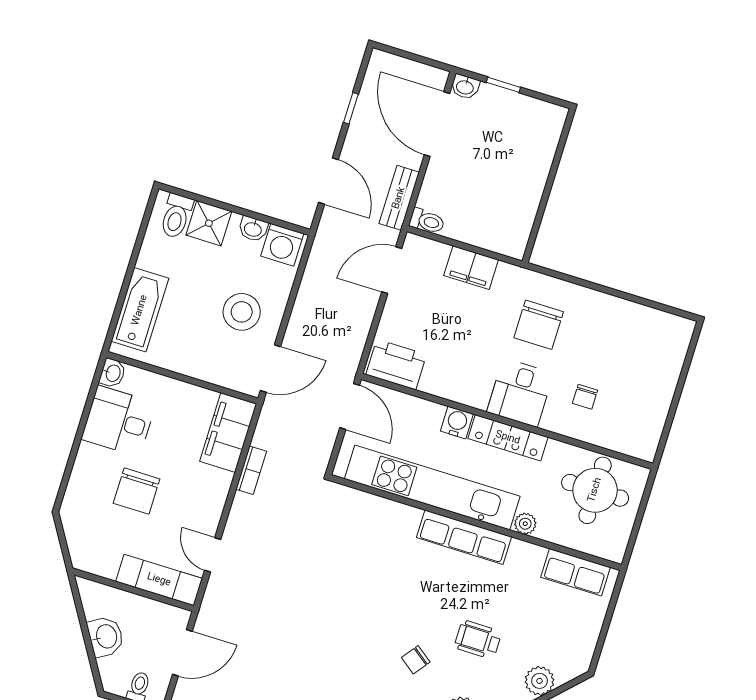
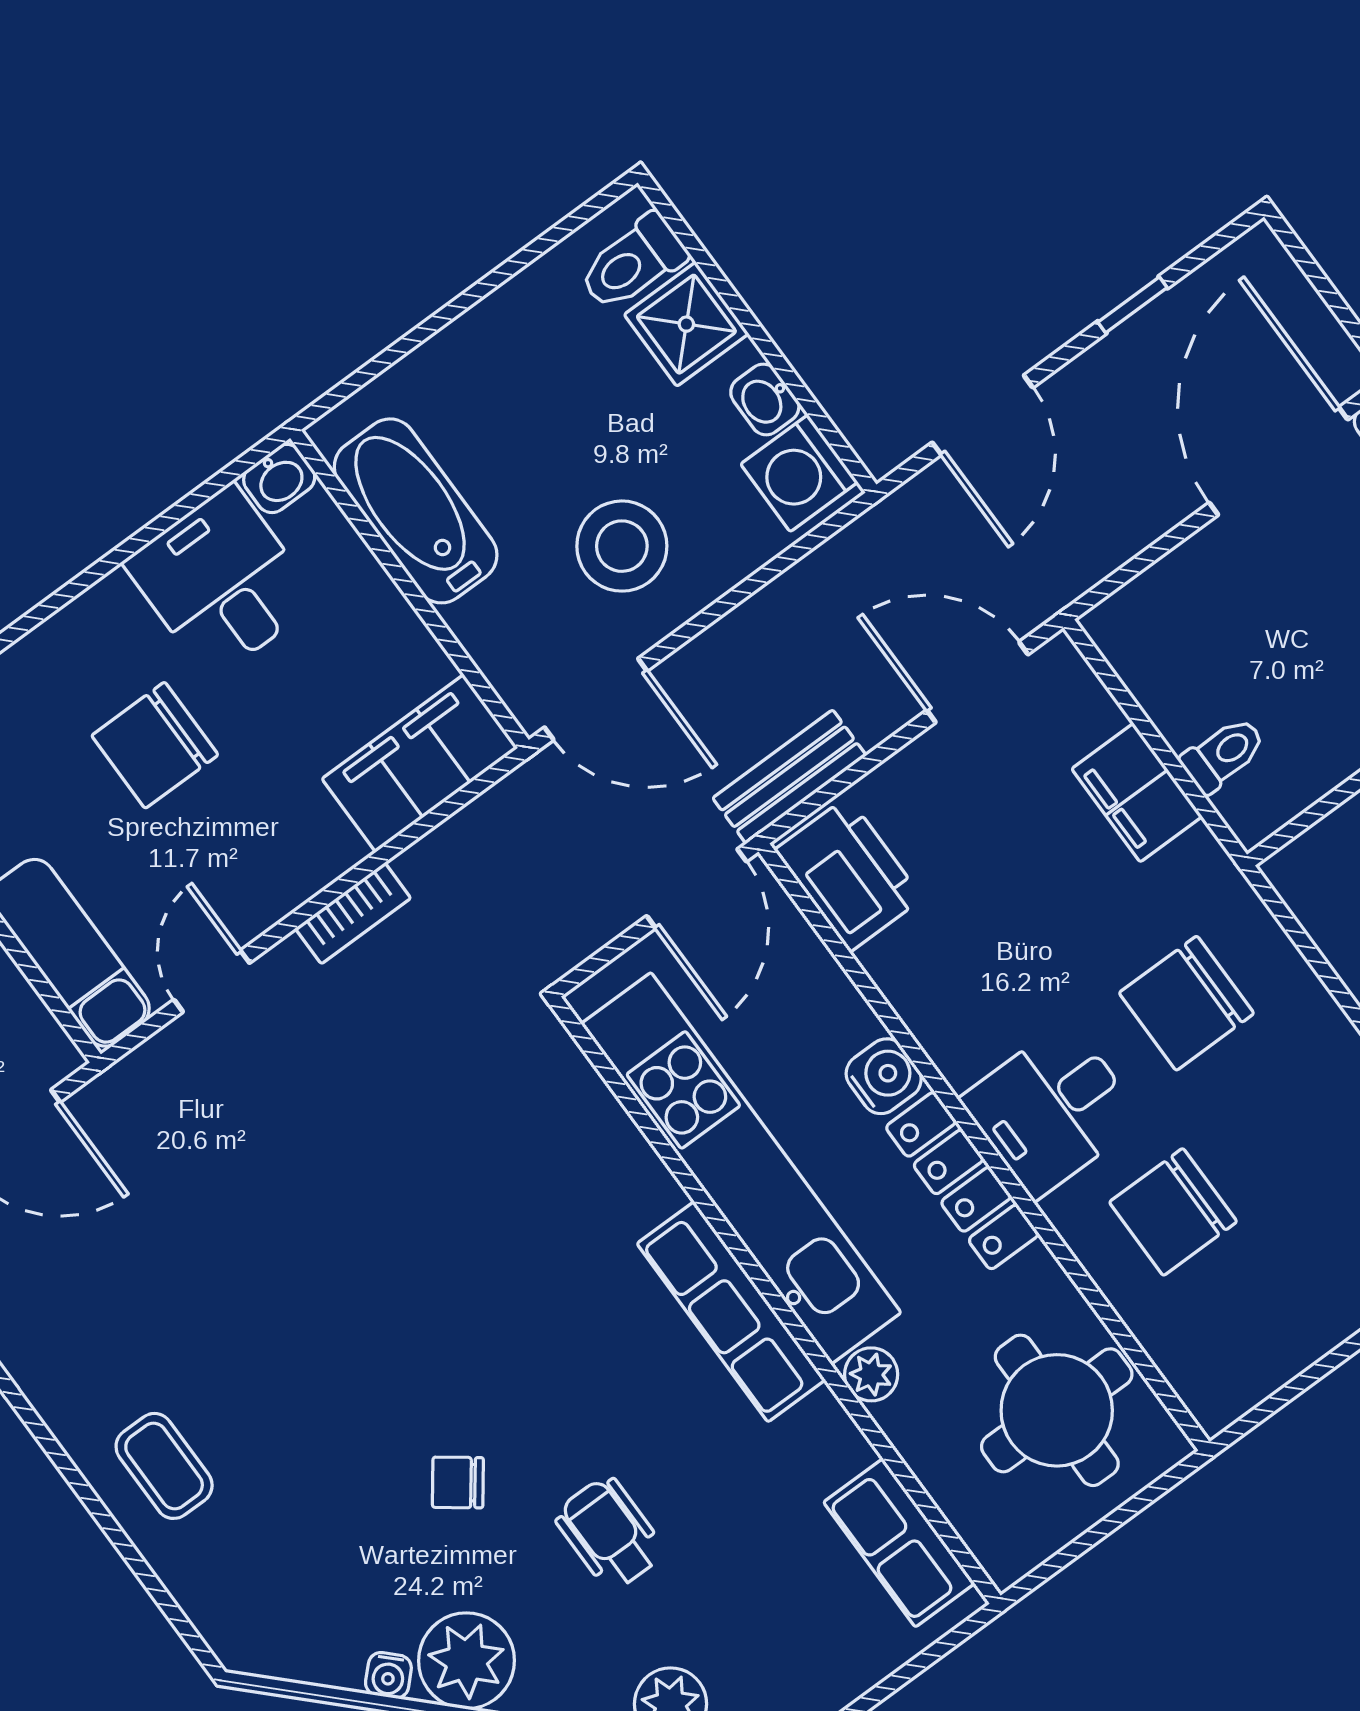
bench: (399, 198) -> (789, 777), moved
toilet: (427, 221) -> (1223, 754), moved, turned -90
bathtub: (140, 310) -> (416, 511), moved, turned -90
chair: (585, 397) -> (1173, 1212), width x1.87, depth x1.87
bookcase: (251, 470) -> (353, 913), moved

